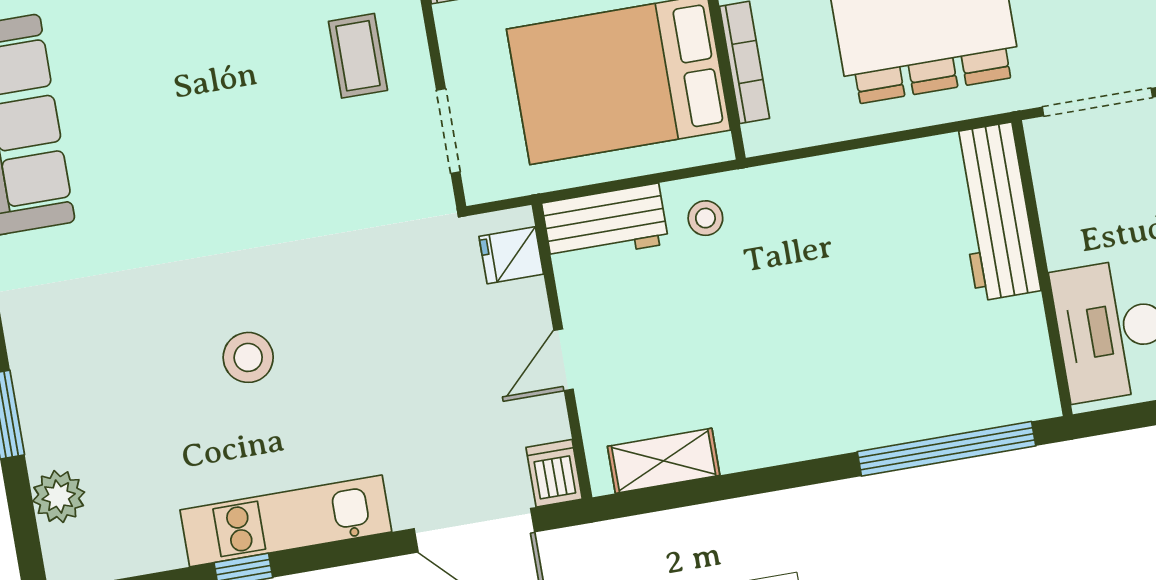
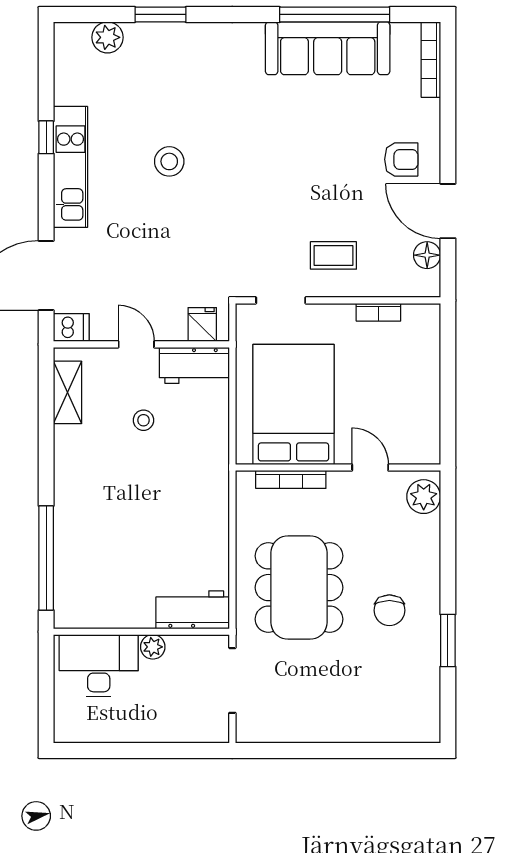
workbench: (995, 212) -> (193, 610), width x0.73
stool: (705, 218) -> (143, 420), moved
workbench: (605, 223) -> (194, 365), moved, turned -90
plant: (1064, 245) -> (153, 647), added

